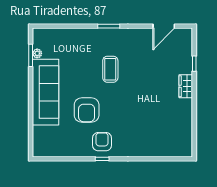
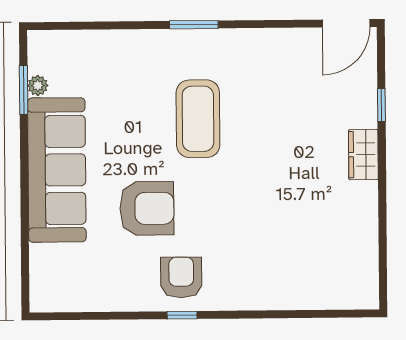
door: (164, 26) -> (346, 23), moved
coffee table: (110, 69) -> (198, 119), width x1.36, depth x1.32
armchair: (87, 110) -> (147, 208), turned -90

